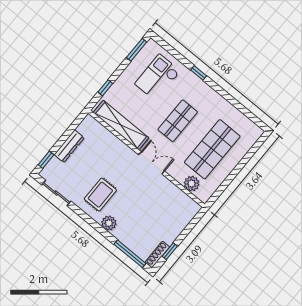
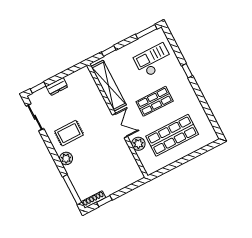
dresser: (69, 146) -> (57, 87), width x0.70
plant: (192, 184) -> (138, 144), moved

